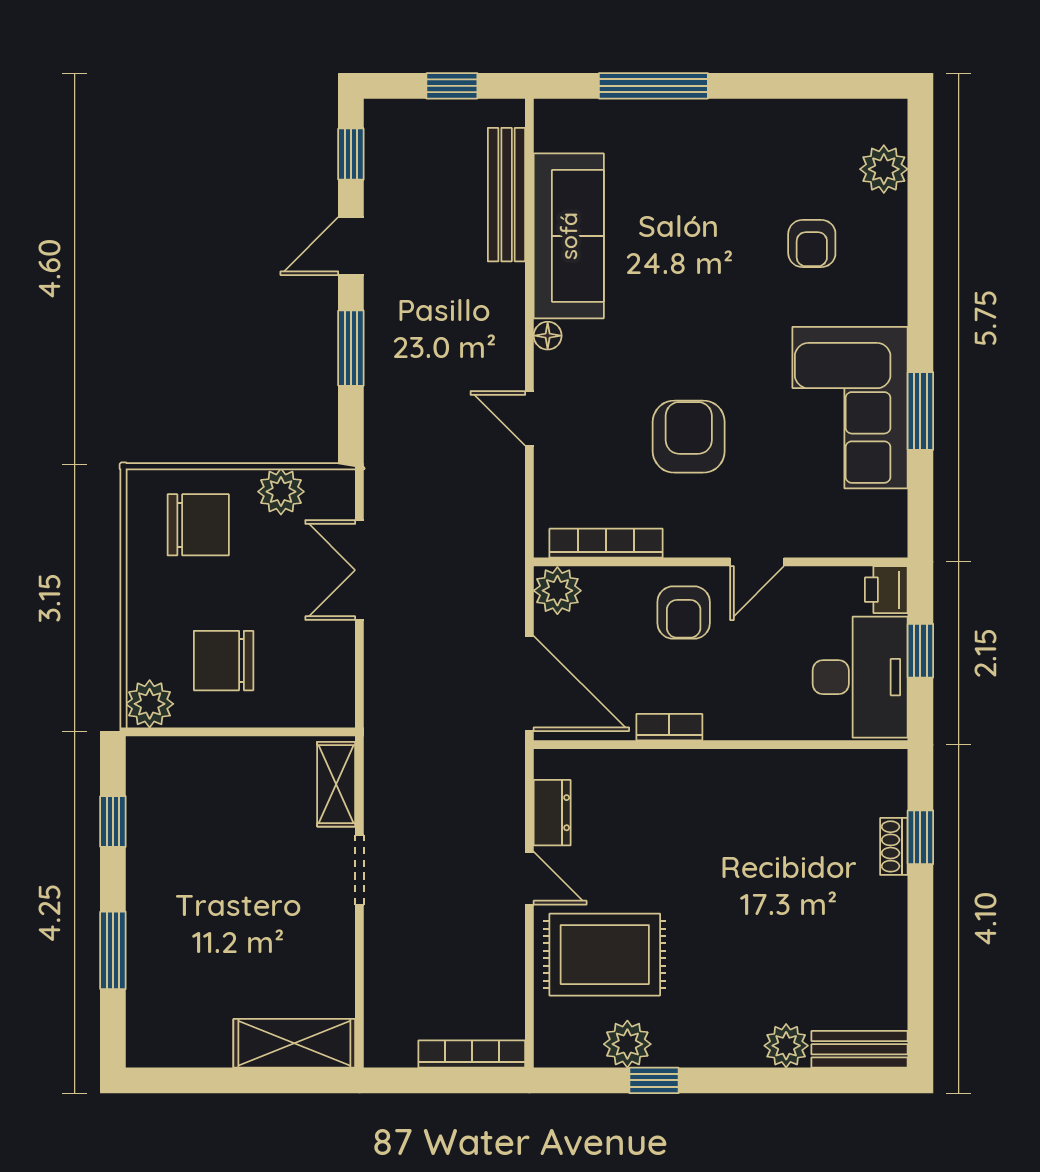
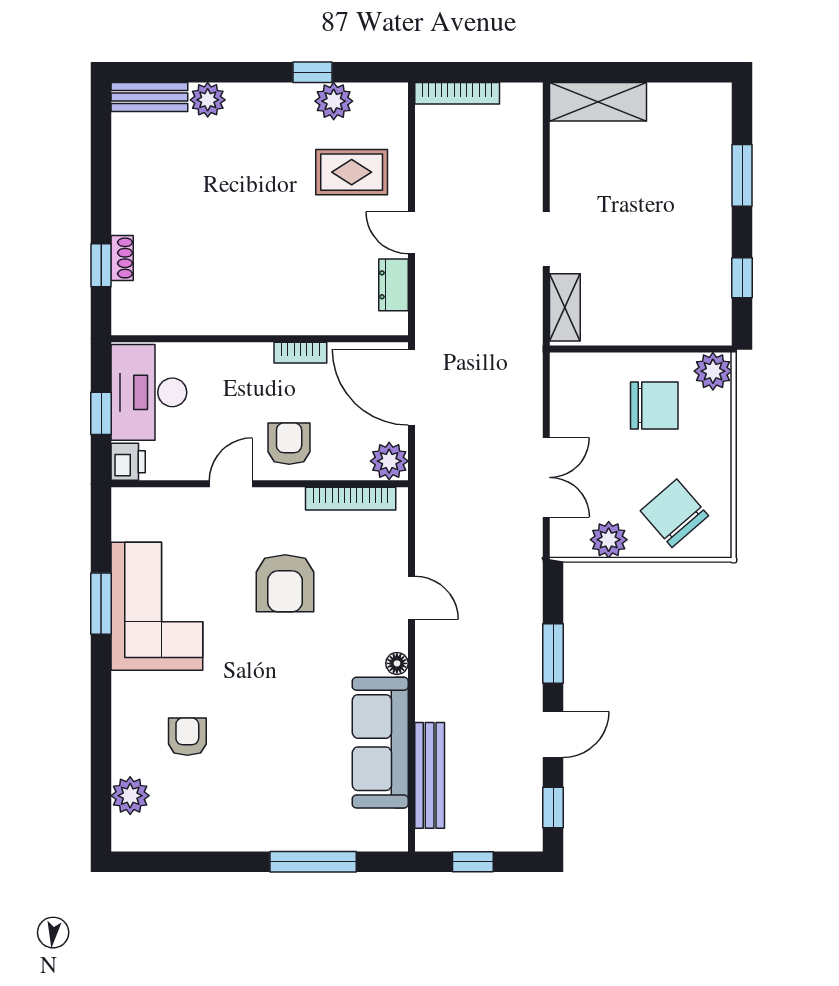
chair: (198, 525) -> (674, 513), turned 49
rug: (605, 955) -> (352, 172), width x0.73, depth x0.70

